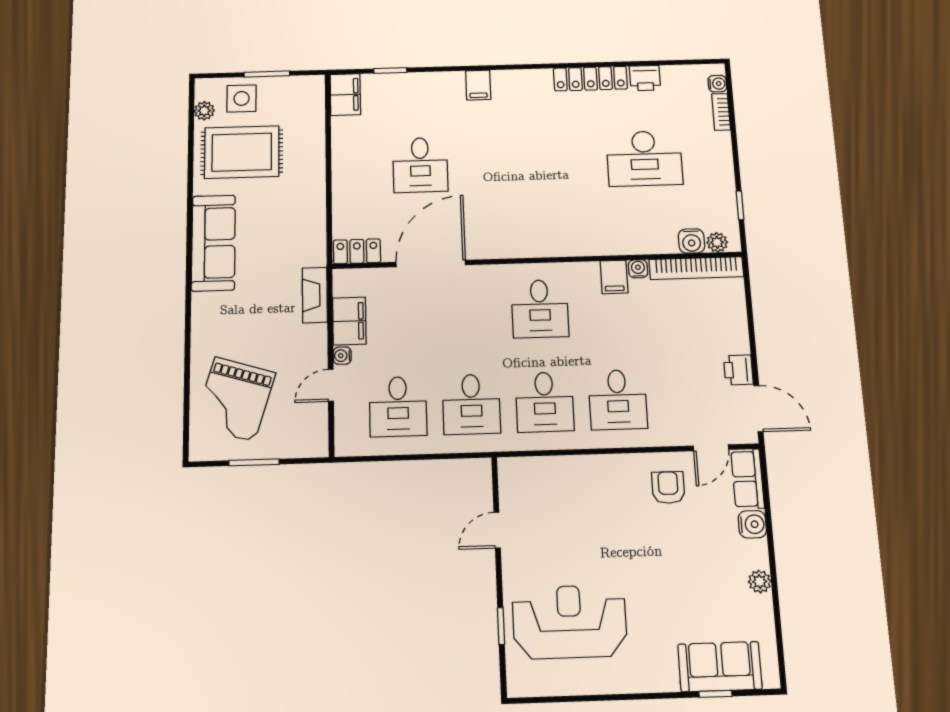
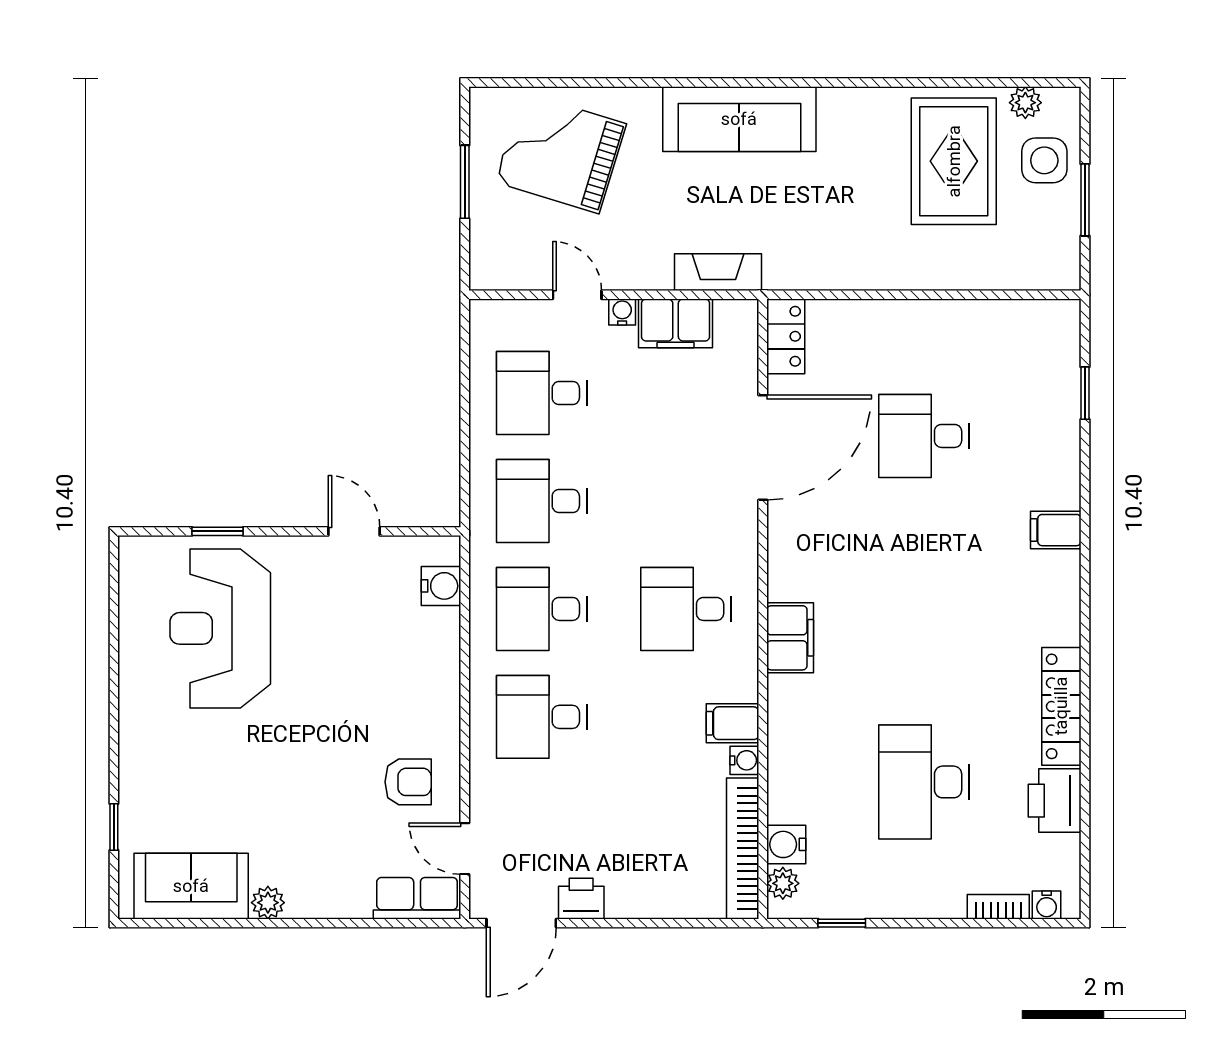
printer: (645, 78) -> (1055, 801), width x1.36, depth x1.24
filing cabinet: (345, 95) -> (790, 638), moved, turned -90
sofa: (213, 243) -> (739, 119), moved
door: (431, 263) -> (763, 447), hinge flipped
water cooler: (752, 524) -> (441, 586), moved, turned -90
reception desk: (569, 622) -> (220, 628), turned 180
sofa: (720, 667) -> (191, 886), moved, turned -90

